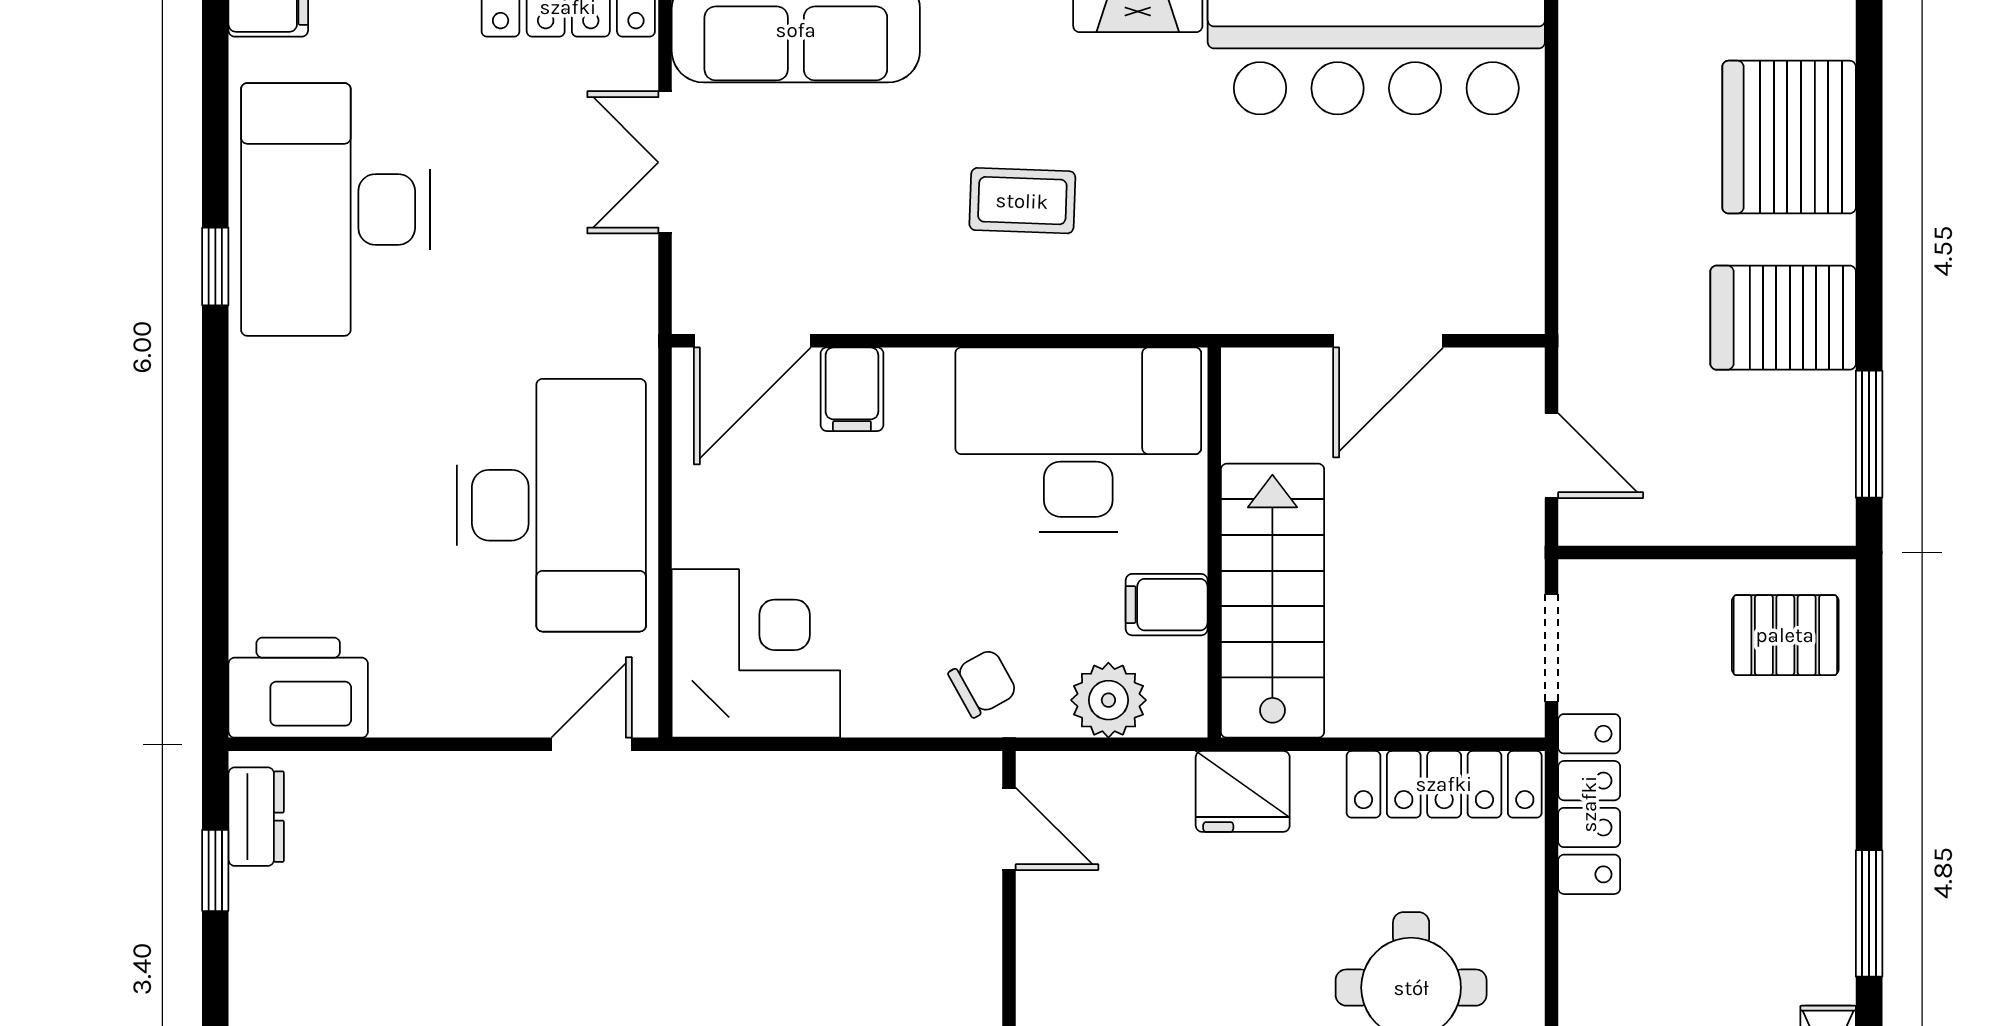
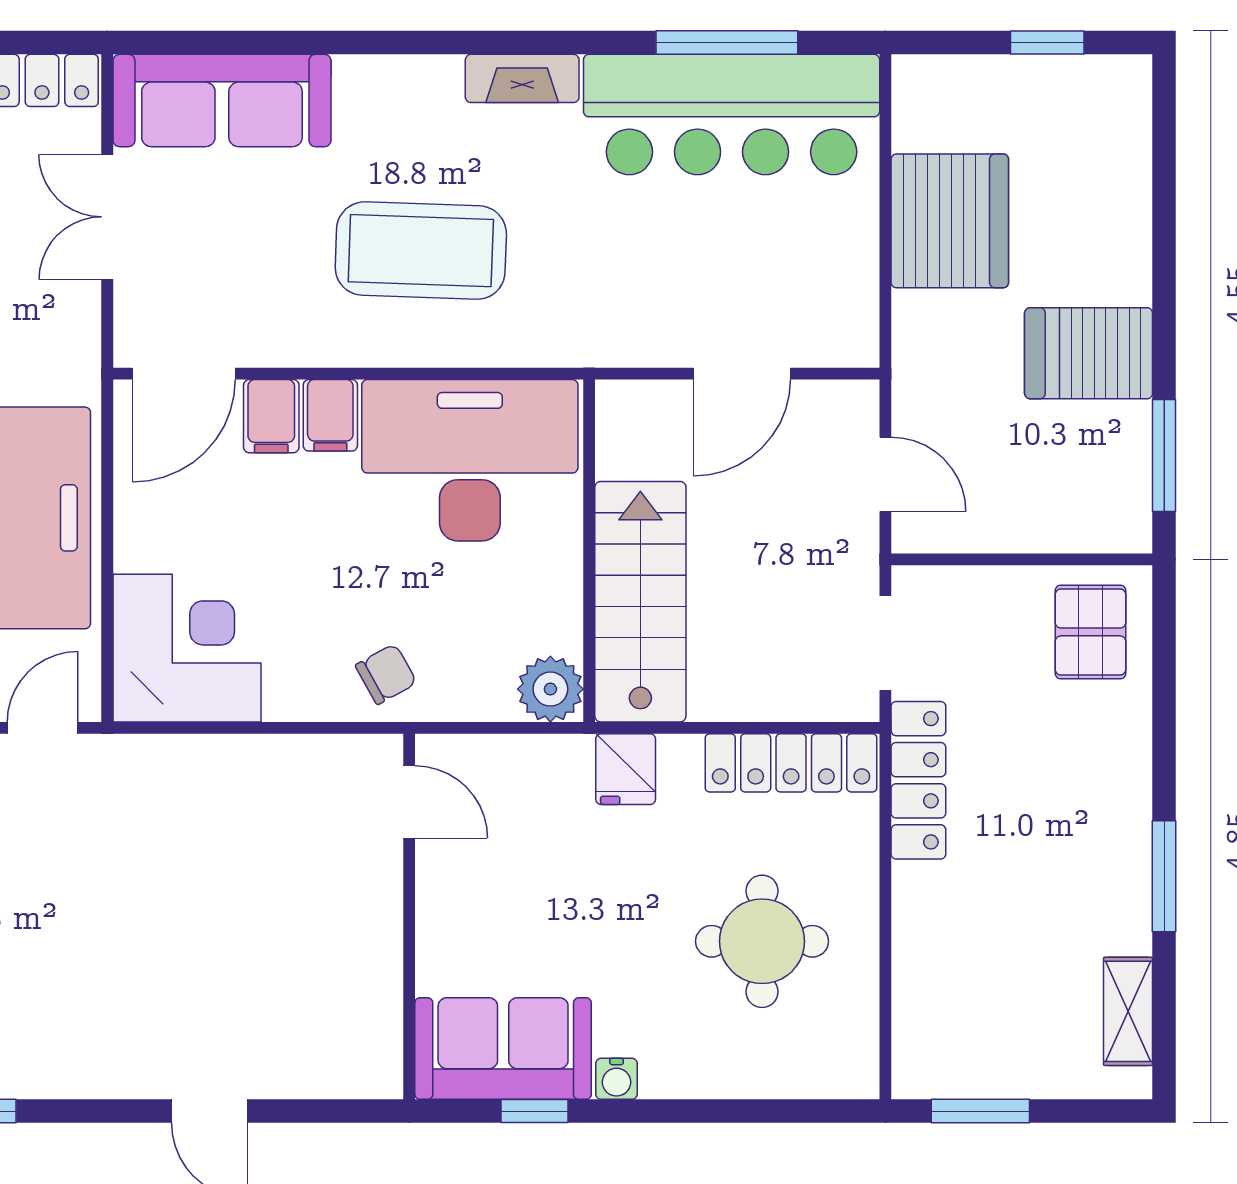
server rack: (1789, 137) -> (950, 221), moved, turned 180
coffee table: (1022, 201) -> (421, 251), width x1.86, depth x1.72
filing cabinet: (1167, 605) -> (330, 415), moved, turned -90
pallet: (1785, 635) -> (1091, 632), turned 90
plant: (1108, 700) -> (550, 689), moved
fridge: (1243, 791) -> (626, 769), width x0.72

